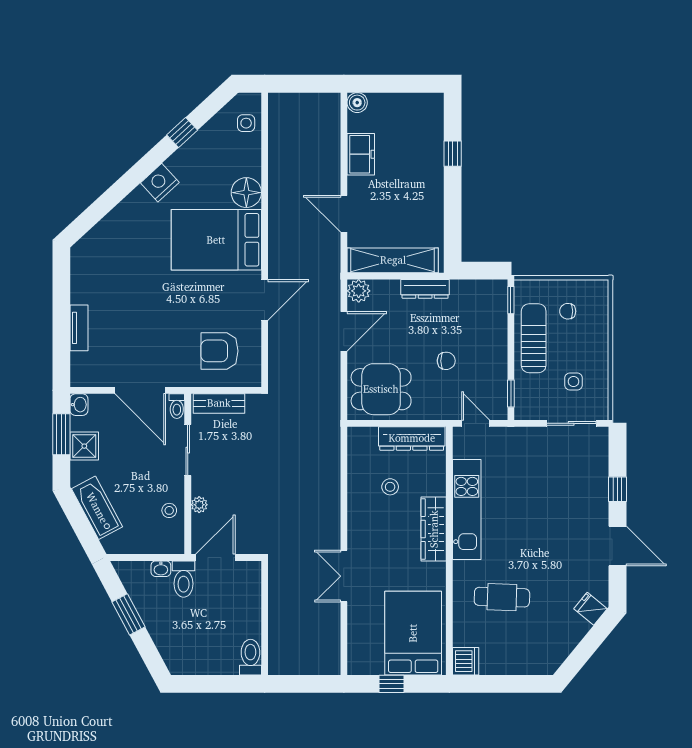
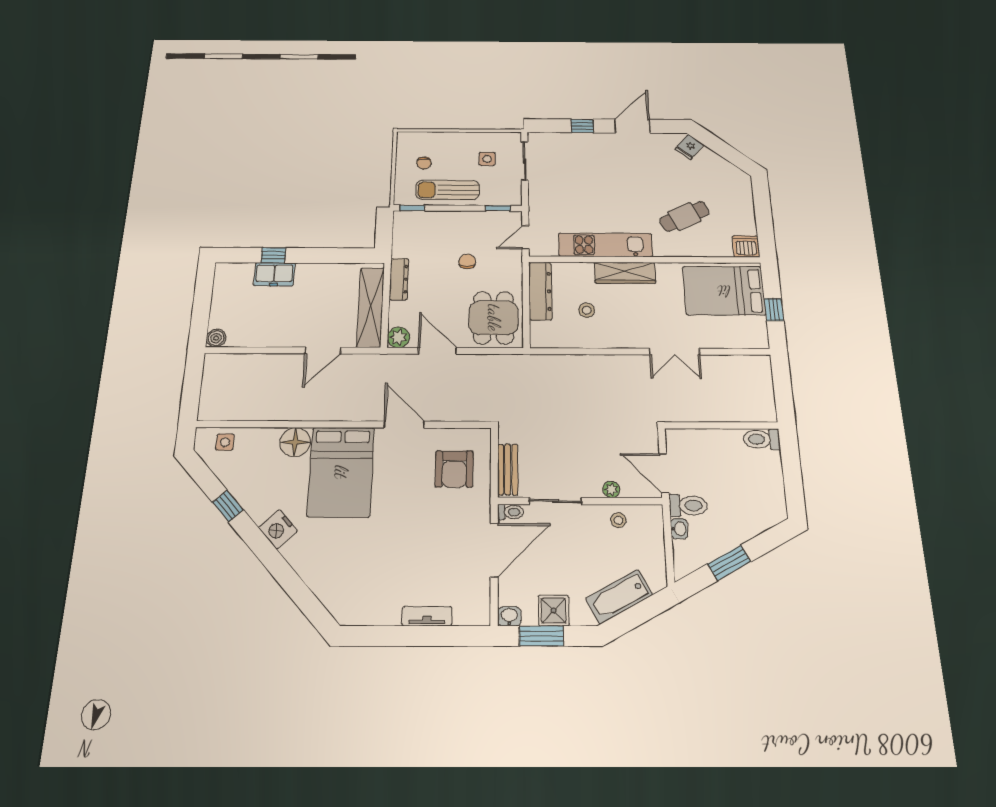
freezer: (361, 154) -> (274, 274), moved, turned 180
cafe table: (502, 597) -> (684, 216), turned 63

